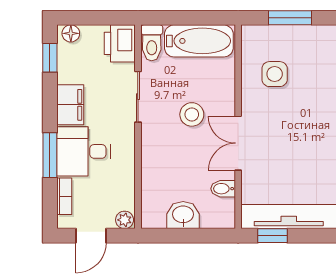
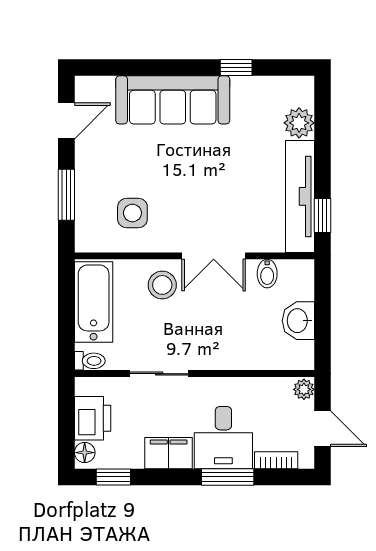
printer: (120, 43) -> (93, 418), moved, turned -90
toilet: (152, 43) -> (90, 361), width x0.73, depth x0.72
stool: (192, 114) -> (162, 285), moved

